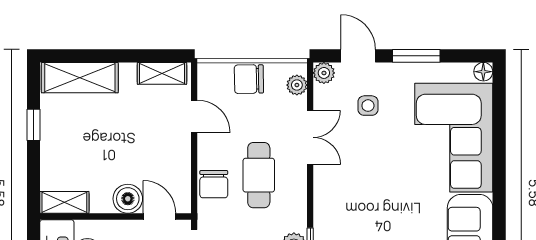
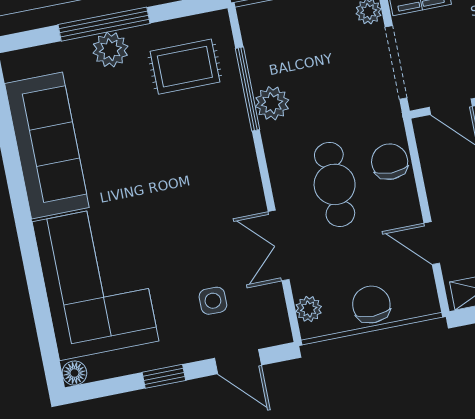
window: (416, 56) -> (164, 376), width x0.67
plant: (324, 73) -> (277, 331), removed
chair: (249, 79) -> (371, 304), turned -89

